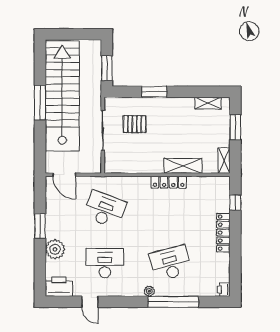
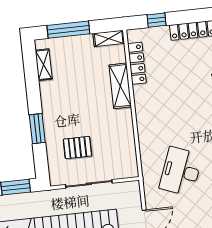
pallet: (135, 124) -> (77, 148), turned 90
window: (235, 127) -> (68, 30), width x1.44
locker: (169, 182) -> (137, 63), moved

